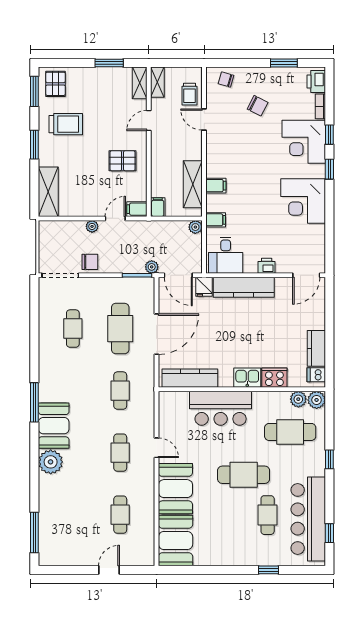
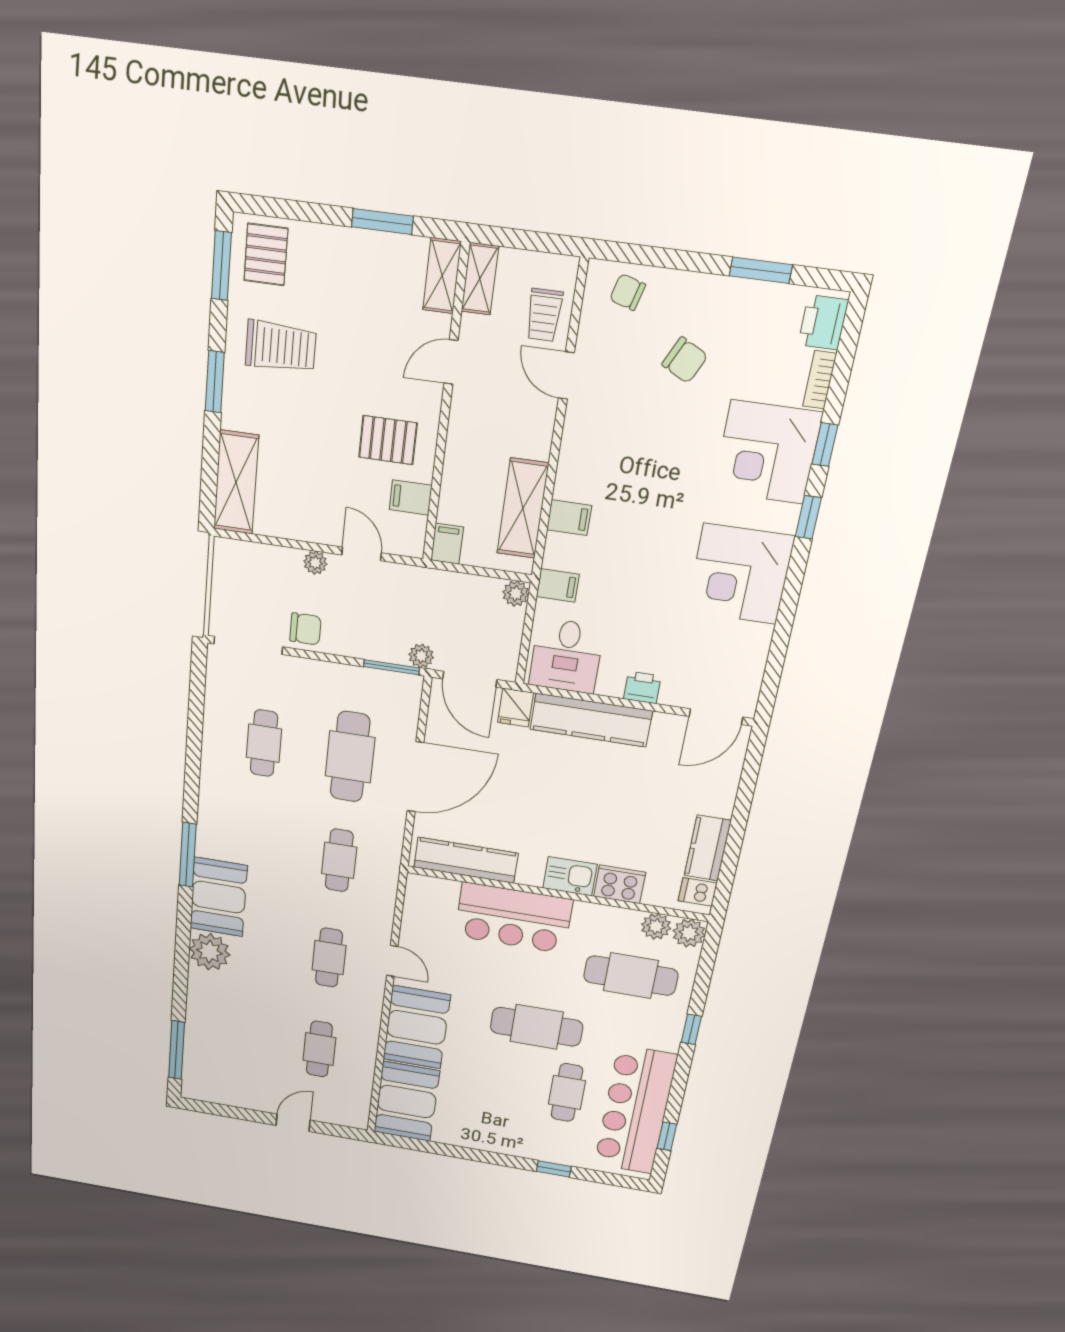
filing cabinet: (137, 209) -> (411, 497), moved
door: (115, 218) -> (362, 554), hinge flipped

